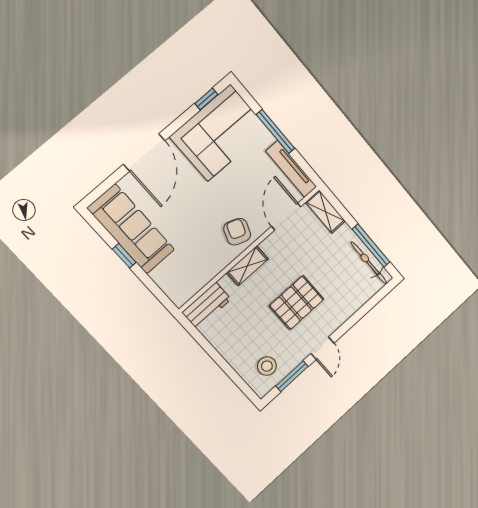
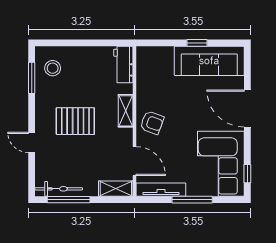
pallet: (297, 303) -> (75, 121), turned 90
door: (322, 348) -> (32, 142), moved

